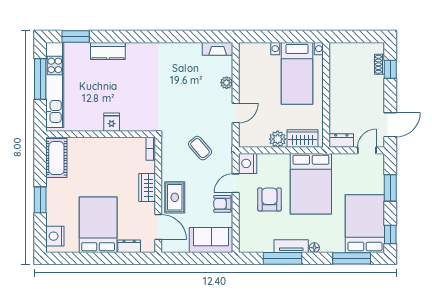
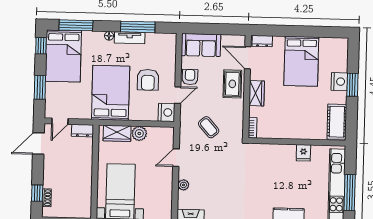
fridge: (112, 122) -> (303, 153), moved
armchair: (222, 204) -> (190, 77), turned -90
nightstand: (55, 236) -> (339, 82), moved
dresser: (129, 246) -> (262, 41), moved

